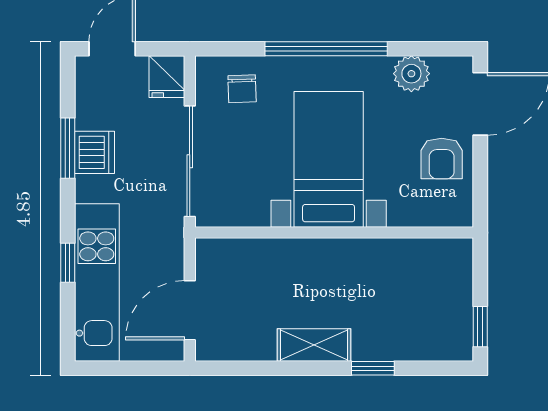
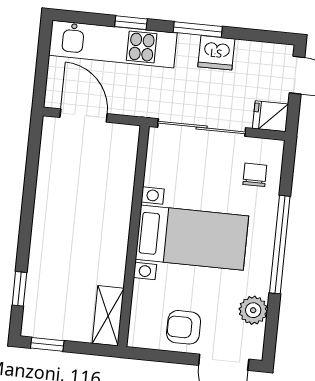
chair: (242, 89) -> (255, 175), turned 92
window: (68, 148) -> (198, 29), moved
shelving: (314, 345) -> (108, 316), moved
window: (373, 368) -> (19, 289), moved

